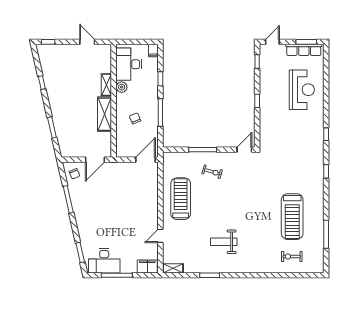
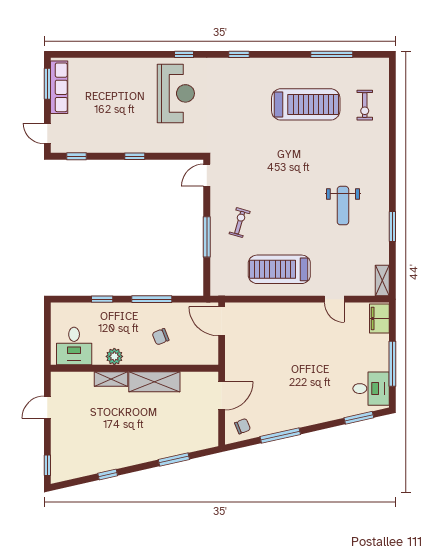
filing cabinet: (153, 50) -> (60, 310), removed
desk: (129, 64) -> (74, 346), width x0.73
reception desk: (302, 90) -> (176, 93), moved, turned 90
door: (244, 150) -> (207, 175), hinge flipped
door: (95, 160) -> (222, 396), hinge flipped
desk: (104, 261) -> (371, 389), width x0.73

